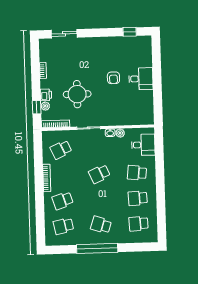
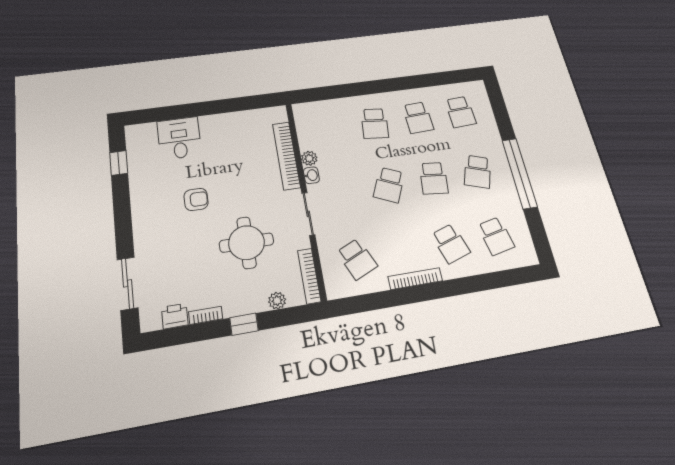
armchair: (113, 78) -> (196, 199), moved
desk: (141, 79) -> (179, 138), moved
printer: (46, 95) -> (175, 316), moved
window: (37, 107) -> (244, 324), moved
bookcase: (123, 121) -> (286, 155), added
desk: (143, 145) -> (324, 118), removed
school desk: (99, 174) -> (389, 185), turned 48
school desk: (100, 199) -> (434, 178), added

